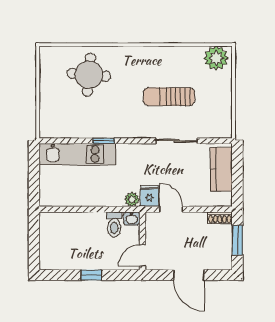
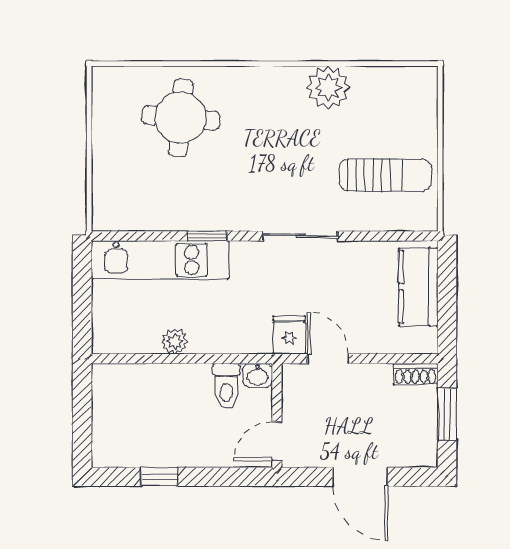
plant: (216, 58) -> (328, 88), moved
sun lounger: (169, 97) -> (385, 175), moved, turned 180
sliding door: (177, 141) -> (300, 236), moved
plant: (132, 200) -> (175, 341), moved
window: (91, 275) -> (159, 477), moved

